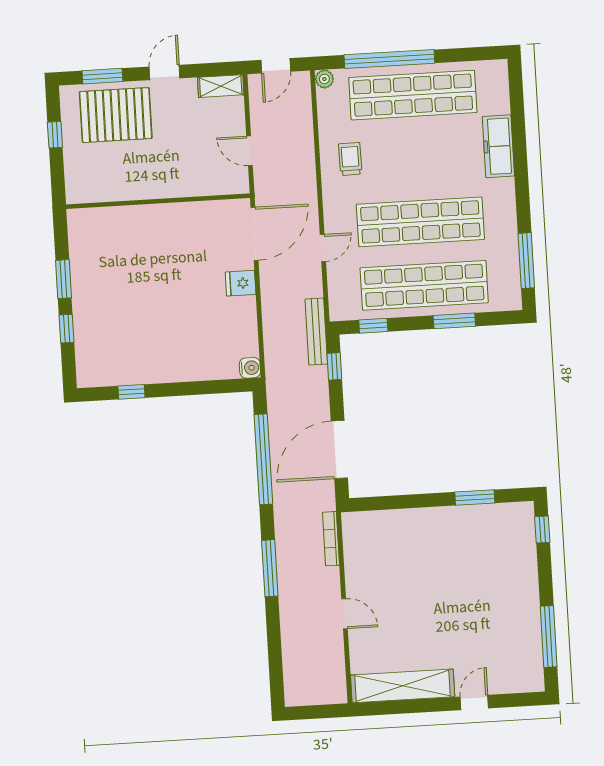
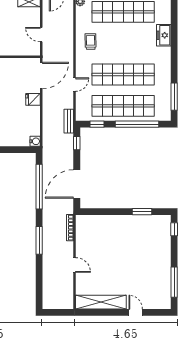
freezer: (498, 146) -> (164, 35), width x0.71
window: (454, 321) -> (137, 124), width x2.11
bench: (316, 332) -> (69, 121), width x0.73
door: (474, 702) -> (136, 312), hinge flipped

